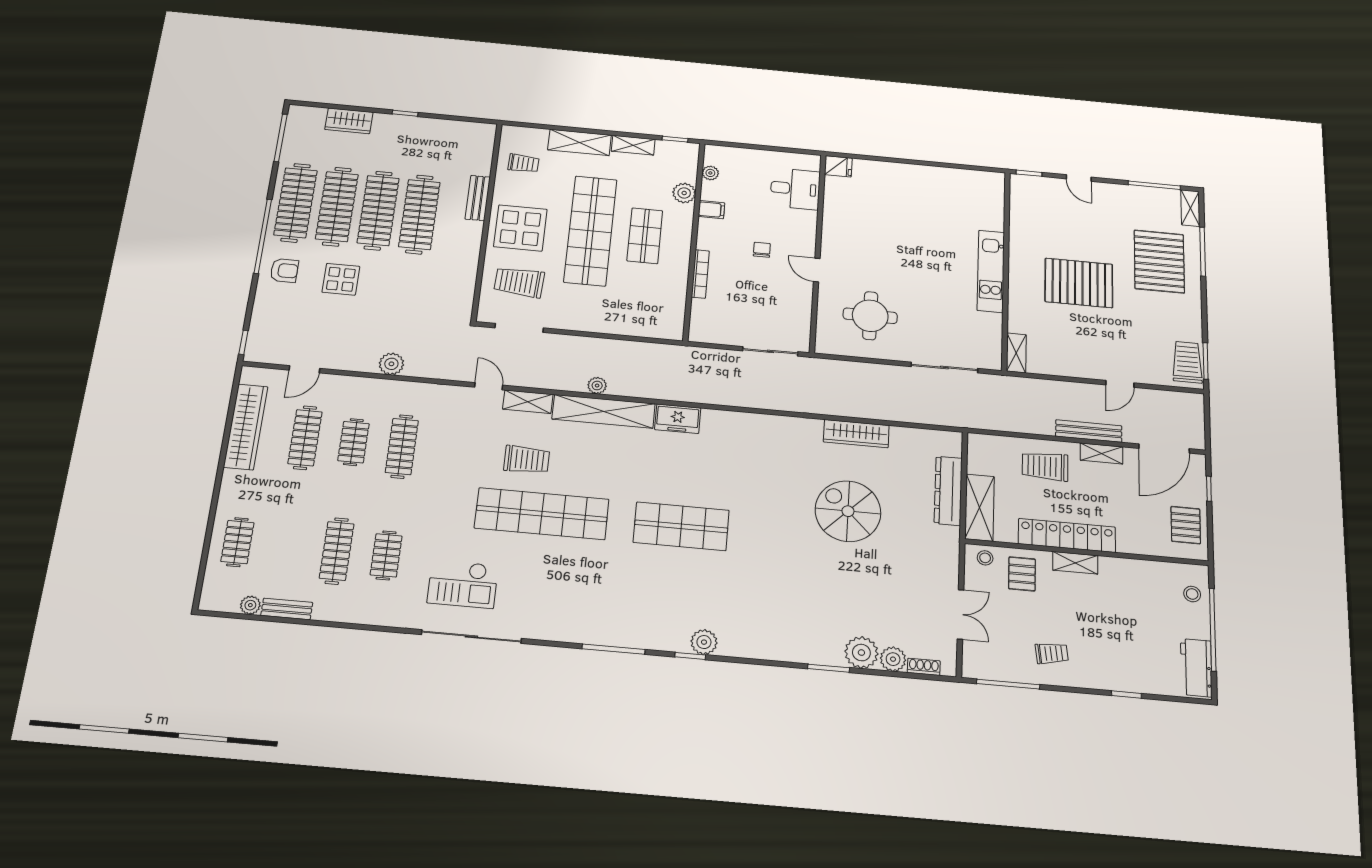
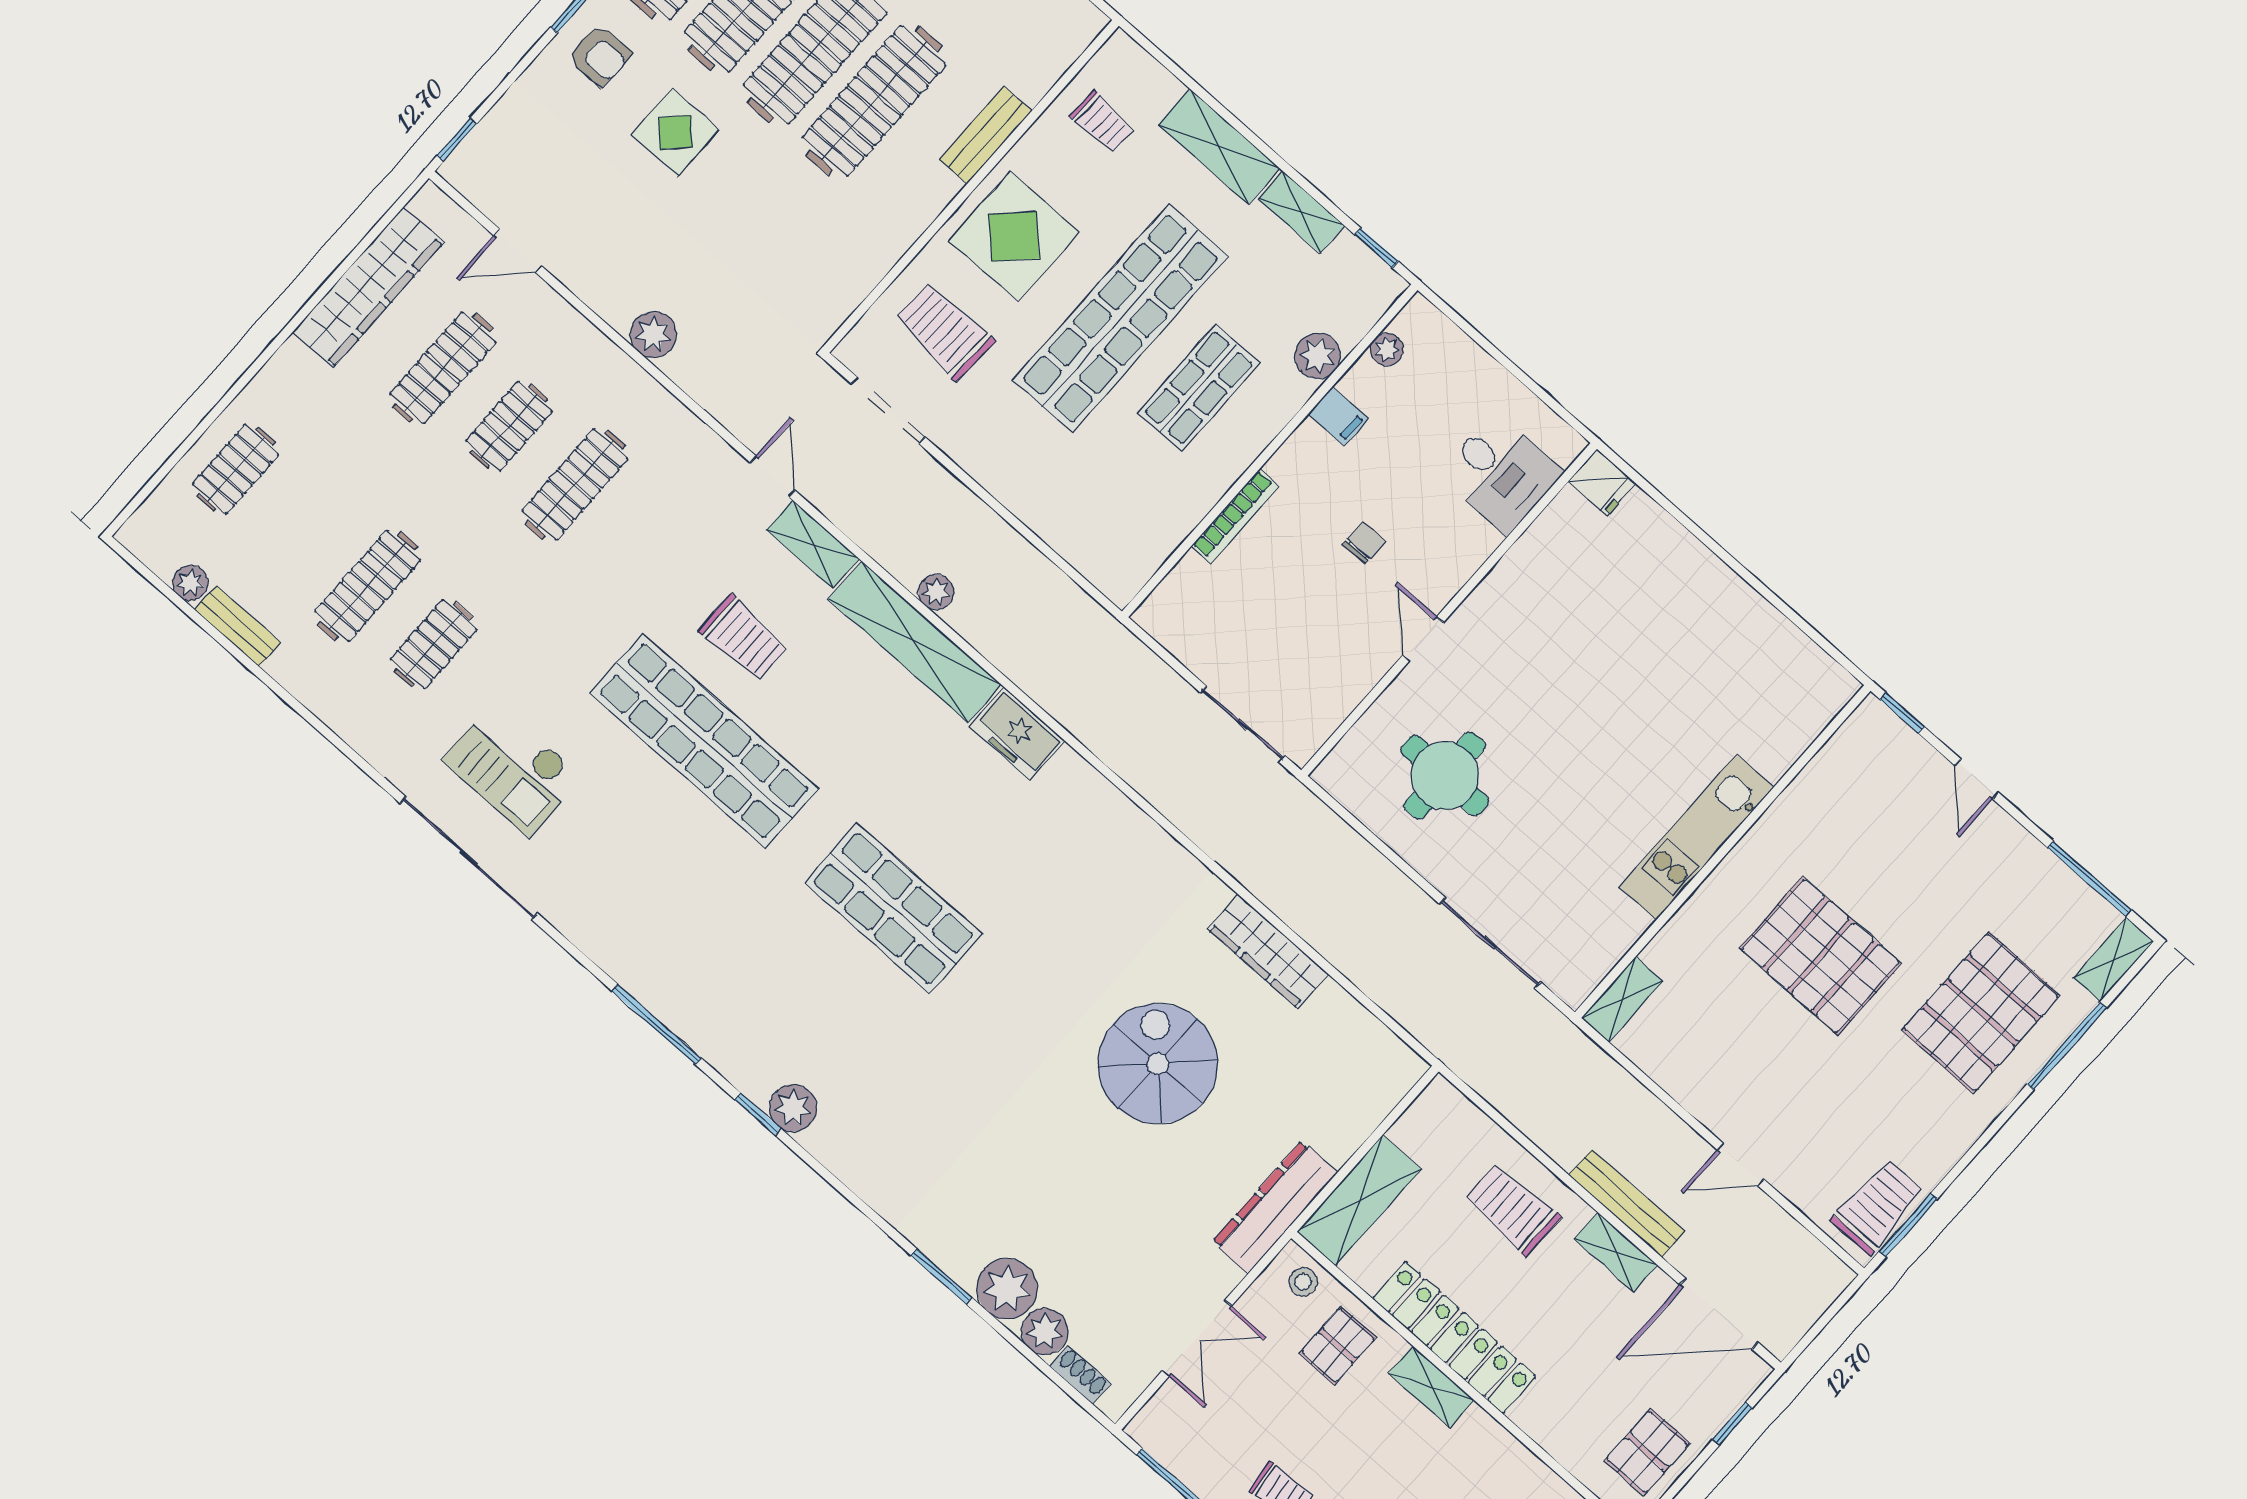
dresser: (948, 491) -> (1275, 1207), moved

